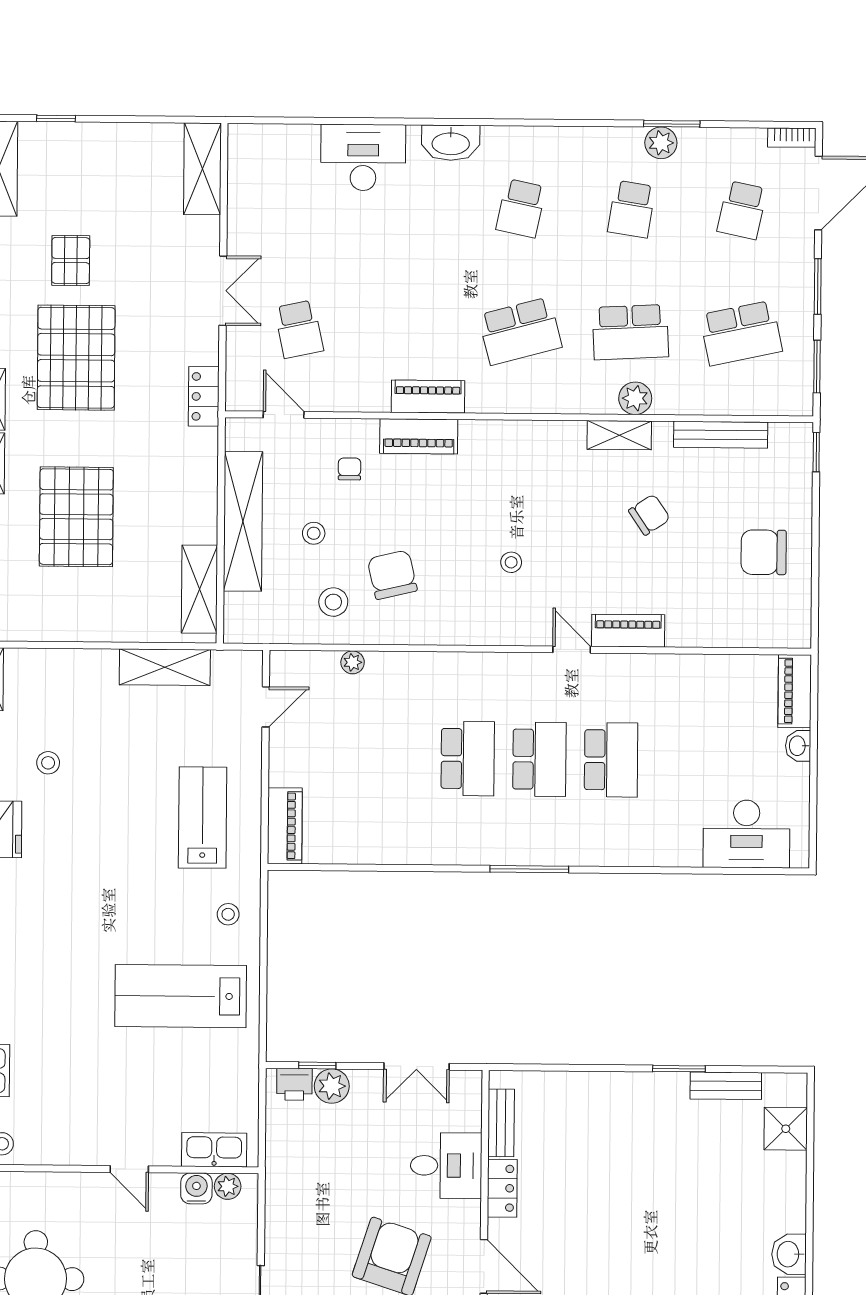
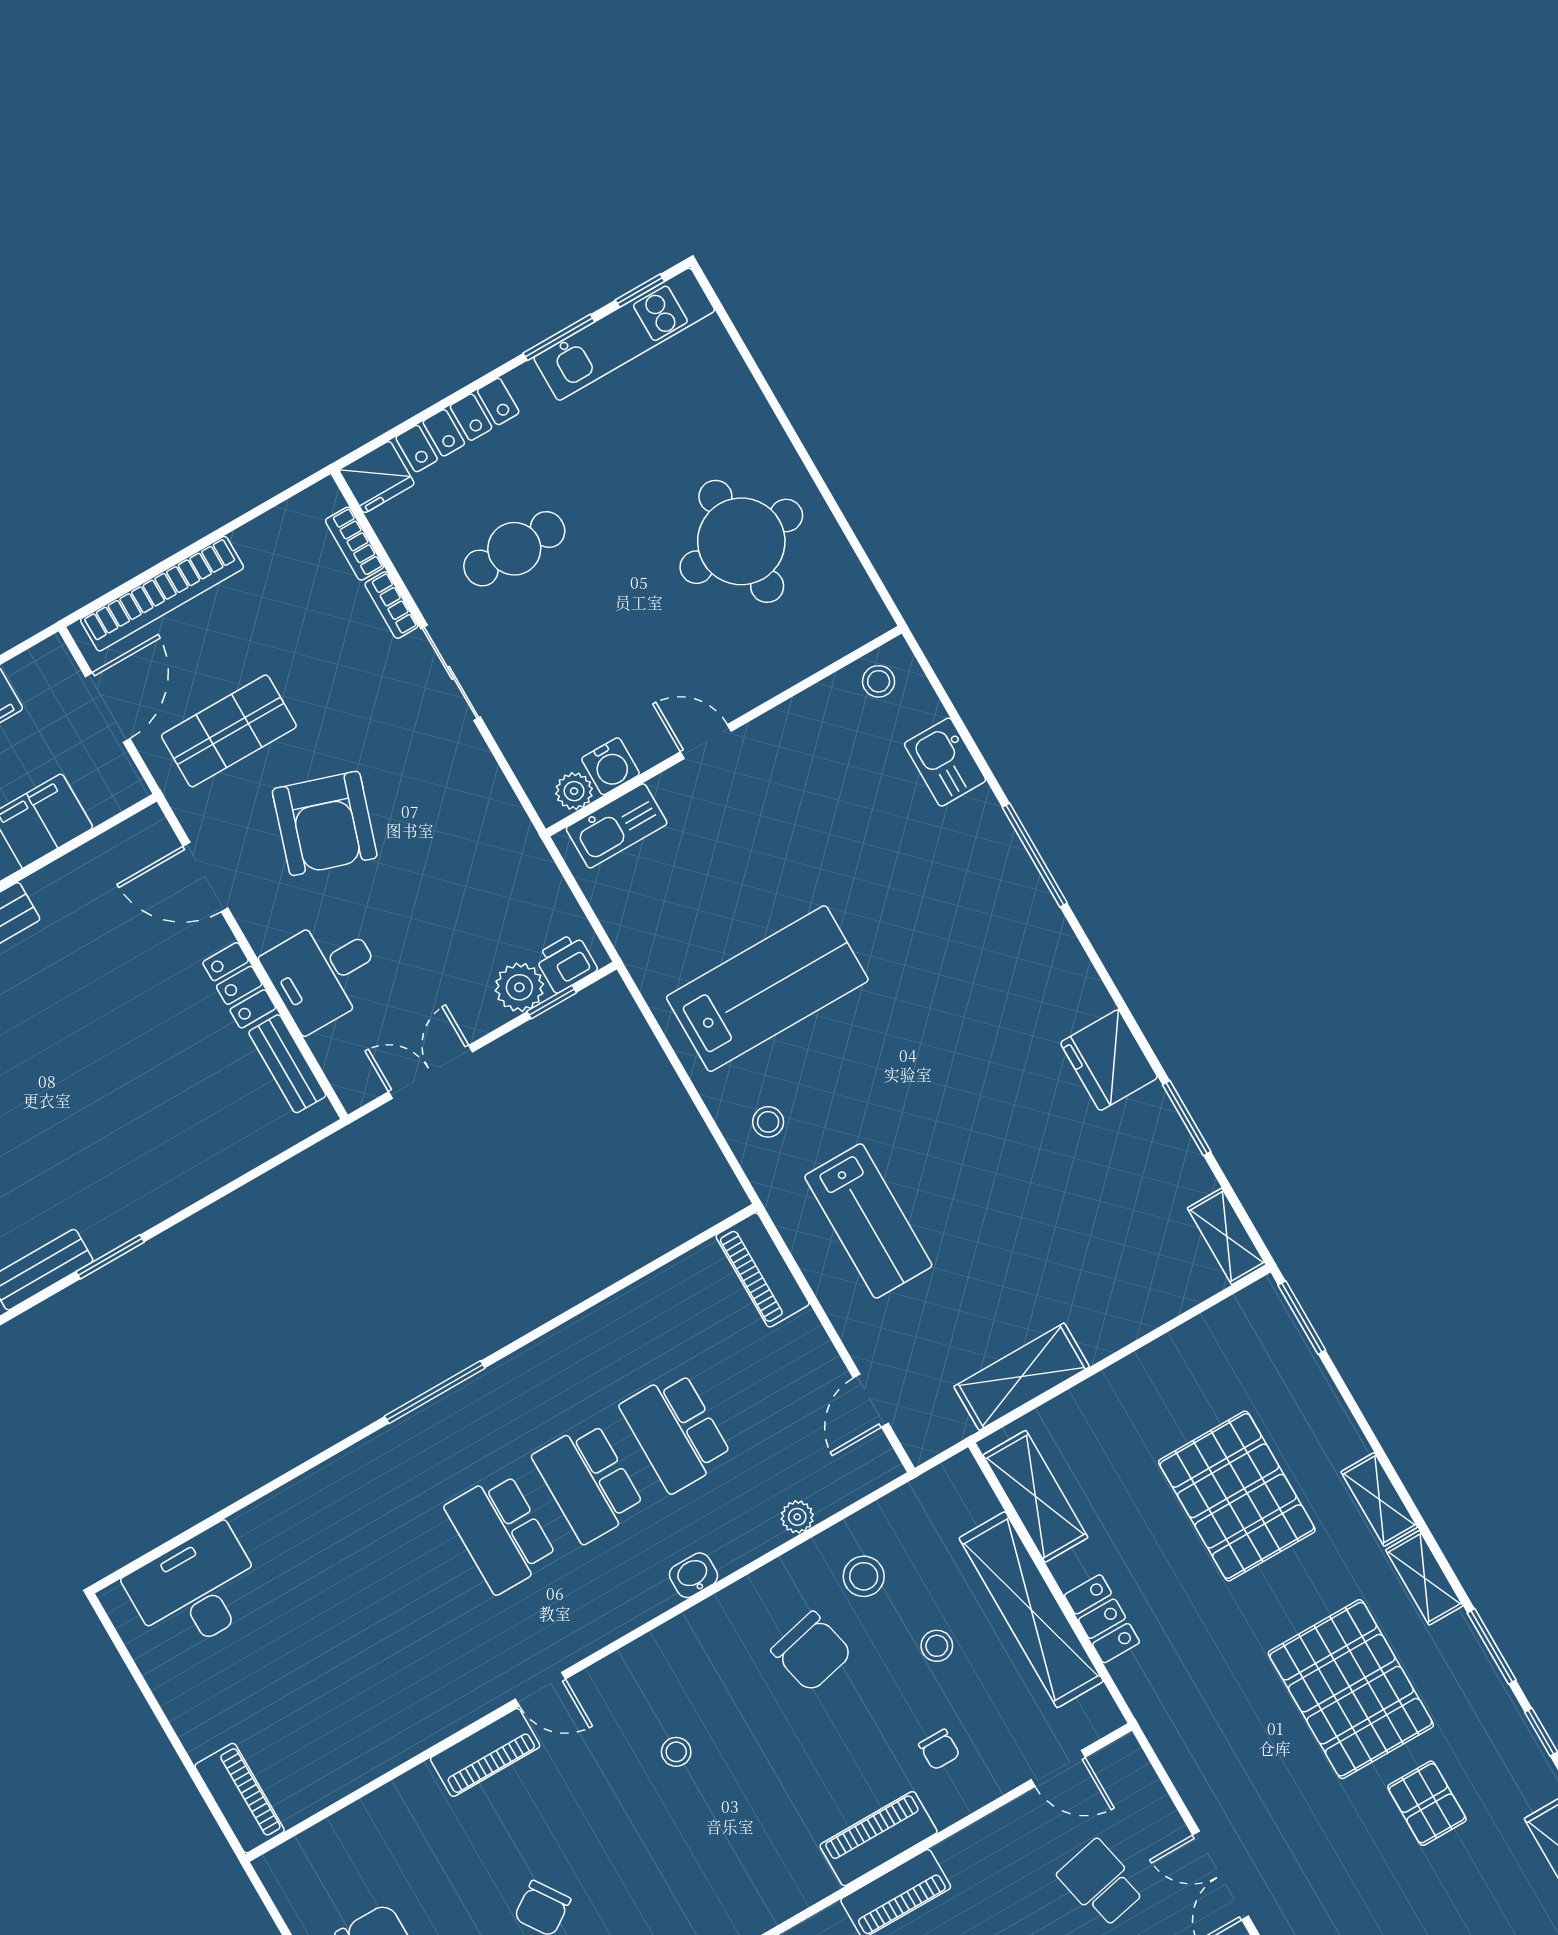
locker: (204, 396) -> (1102, 1619), moved
washbasin: (798, 746) -> (693, 1575), moved, turned -90
school desk: (611, 760) -> (676, 1432), moved
stool: (48, 763) -> (1095, 1177), removed

